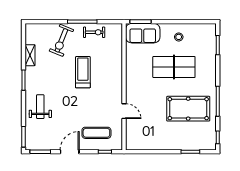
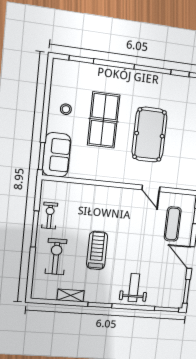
exercise bike: (61, 40) -> (56, 257), turned -112
treadmill: (83, 72) -> (97, 250), moved, turned 90
weight bench: (40, 107) -> (134, 288), turned 90
pool table: (188, 109) -> (149, 135), moved
door: (124, 111) -> (151, 188), swing flipped

